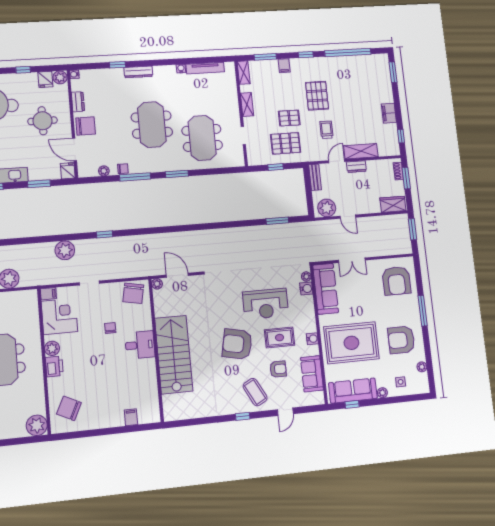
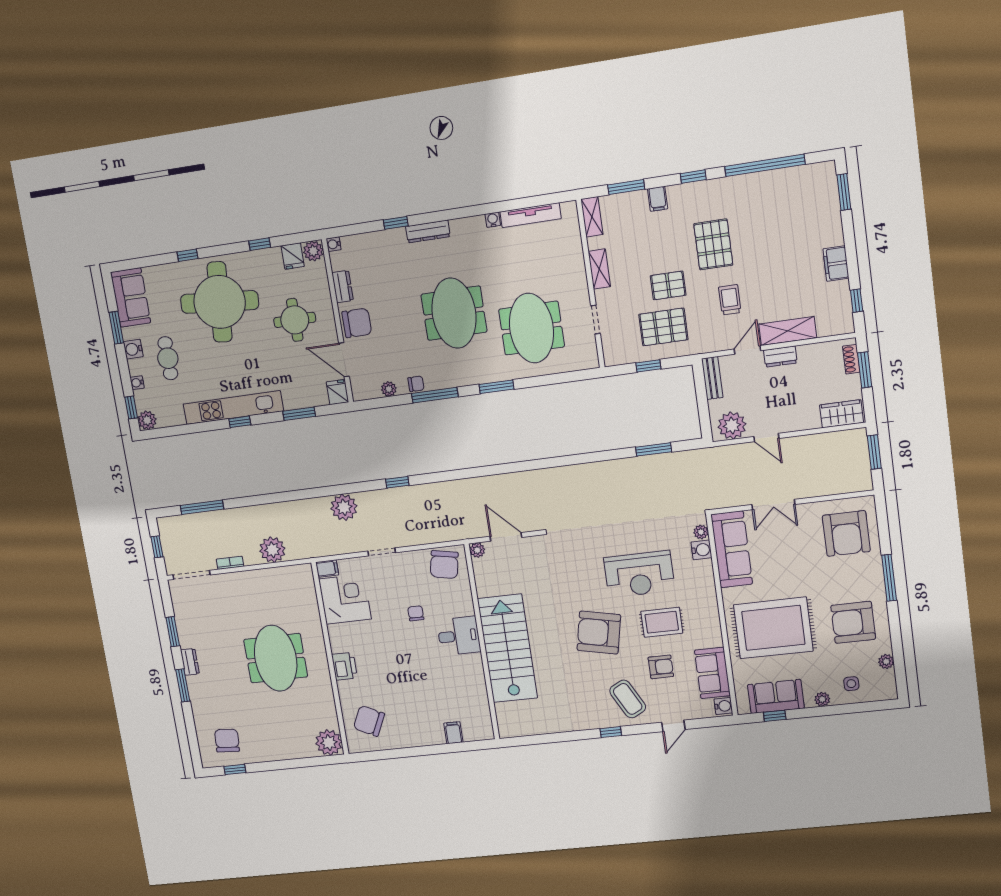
water cooler: (312, 339) -> (723, 706), moved
plant: (52, 348) -> (339, 642), removed
sofa: (353, 391) -> (776, 696), width x0.73

